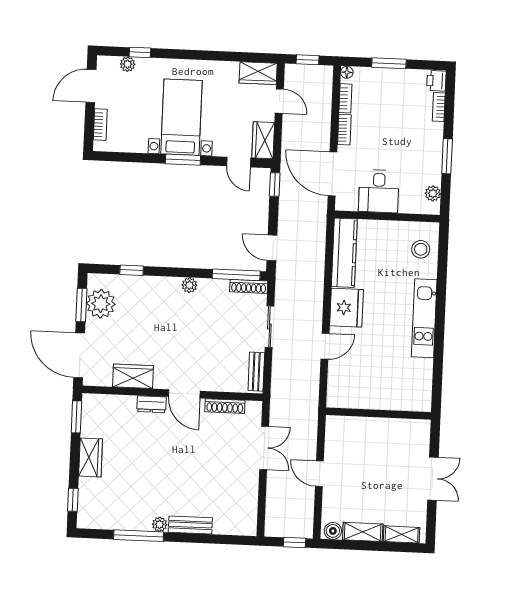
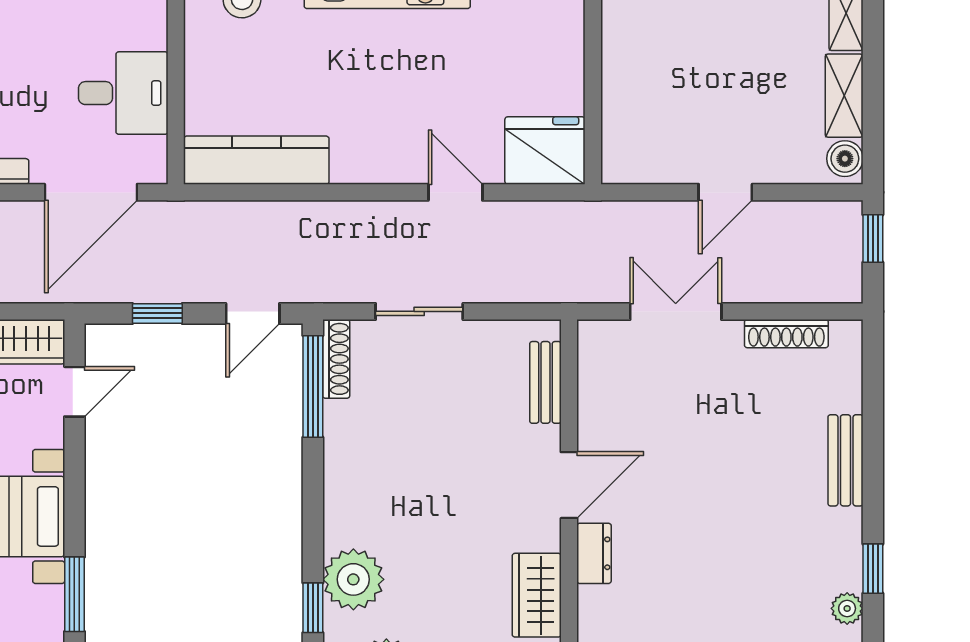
window: (183, 160) -> (74, 594), moved
window: (275, 184) -> (157, 313), moved
plant: (189, 285) -> (353, 579), moved, width x1.88, depth x1.88
fridge: (346, 308) -> (545, 151), moved
bench: (256, 372) -> (545, 382), moved, turned 90
shoe rack: (225, 406) -> (786, 334), moved, turned 90
plant: (160, 524) -> (847, 608), moved
window: (139, 536) -> (873, 569), width x0.46

